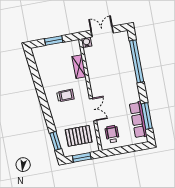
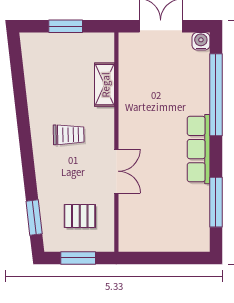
water cooler: (87, 42) -> (201, 41), moved
row of seats: (138, 120) -> (199, 149), moved
wheelchair: (112, 134) -> (144, 224), removed
pallet: (79, 136) -> (80, 216), width x0.67, depth x0.71

